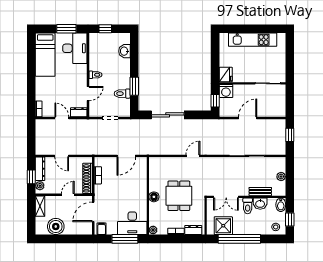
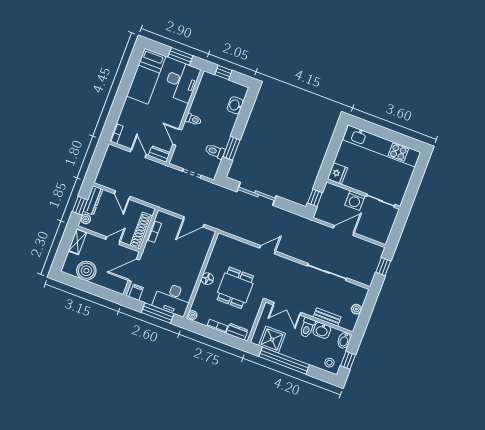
kitchen unit: (253, 40) -> (382, 146), width x1.36
washing machine: (226, 91) -> (355, 201), moved
door: (88, 94) -> (177, 137), swing flipped

